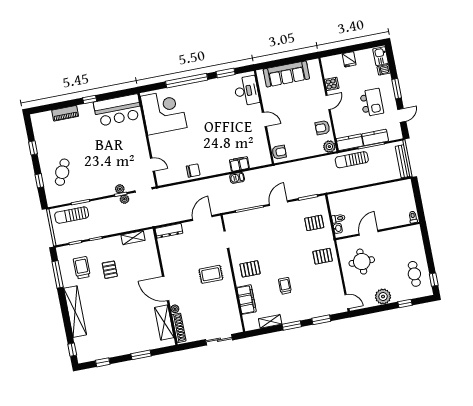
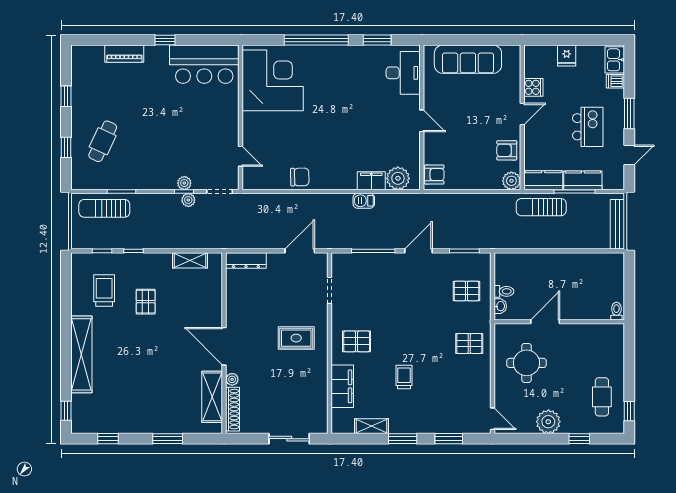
plant: (256, 159) -> (398, 178), added
window: (58, 274) -> (66, 293), removed

